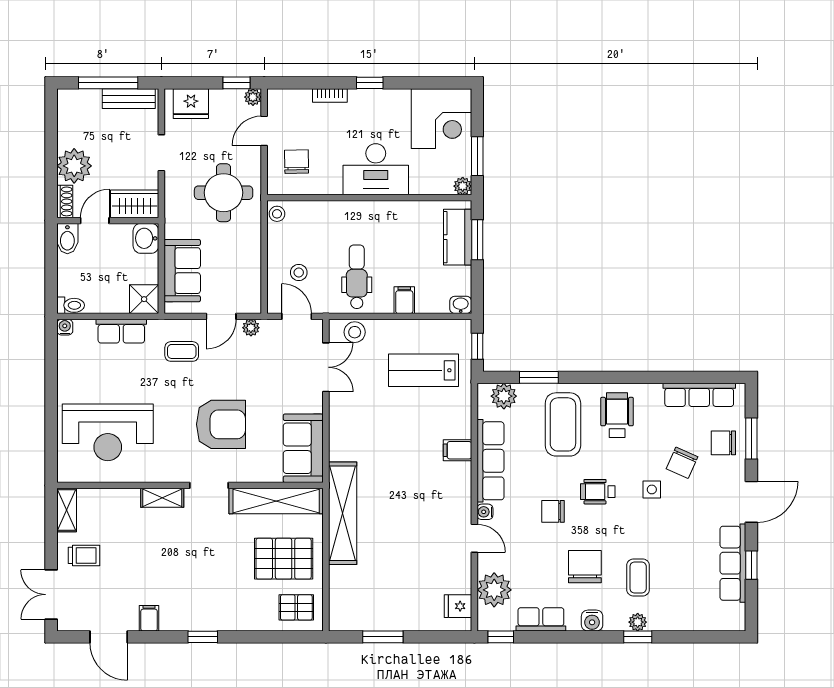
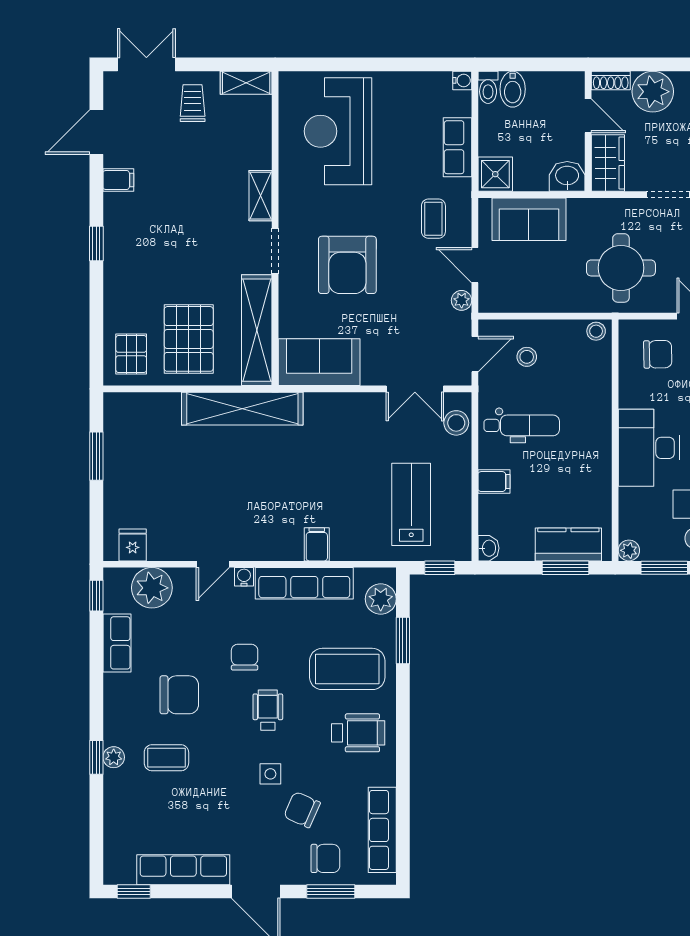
bidet: (67, 239) -> (513, 89), moved, turned -90
chair: (723, 443) -> (325, 858), turned 90
trolley: (84, 555) -> (193, 103), turned 180
window: (751, 565) -> (134, 891), moved
water cooler: (592, 621) -> (116, 703), removed

